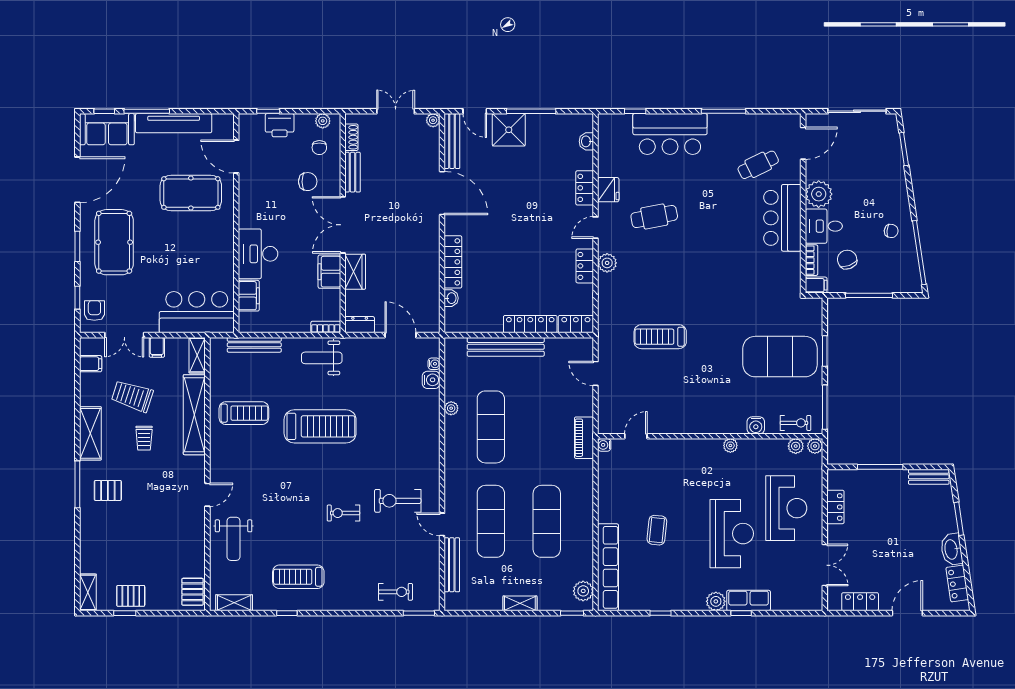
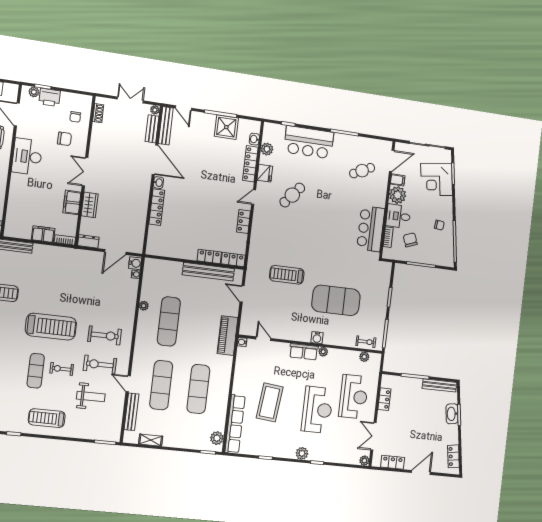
plant: (323, 121) -> (34, 92), moved
shower: (509, 130) -> (226, 127), moved
corner desk: (878, 162) -> (437, 179), added
bench: (353, 172) -> (152, 129), moved
locker: (585, 188) -> (250, 164), width x1.53
cafe table: (654, 217) -> (292, 195), turned -39
bar counter: (782, 218) -> (371, 229), moved
double door: (343, 225) -> (85, 172), width x0.73
desk: (258, 254) -> (27, 157), moved
plant: (607, 263) -> (267, 149), moved
filing cabinet: (816, 285) -> (398, 180), moved
filing cabinet: (249, 296) -> (43, 234), moved, turned -90
washbasin: (451, 298) -> (158, 183), moved
locker: (530, 324) -> (209, 256), width x0.66
door: (400, 335) -> (115, 252), swing flipped
bench: (506, 347) -> (208, 272), moved
exercise mat: (780, 357) -> (336, 300), moved
weight bench: (322, 358) -> (91, 397), moved, turned 180
water cooler: (431, 380) -> (135, 263), moved
water cooler: (756, 425) -> (317, 338), moved
treadmill: (320, 426) -> (51, 327), moved
door: (636, 436) -> (263, 339), hinge flipped
piano: (584, 438) -> (228, 336), width x1.37, depth x1.33
plant: (815, 446) -> (364, 461), moved
bench: (929, 477) -> (440, 385), width x1.36
exercise mat: (307, 520) -> (36, 371), added
coffee table: (657, 530) -> (270, 402), width x1.86, depth x1.72
washbasin: (952, 549) -> (452, 414), moved
double door: (825, 565) -> (373, 436), swing flipped
treadmill: (298, 577) -> (47, 418), moved
exercise bike: (396, 592) -> (105, 335), moved, width x1.38, depth x1.39
row of seats: (749, 601) -> (304, 352), moved, turned 180
shelving: (520, 603) -> (151, 440), moved

